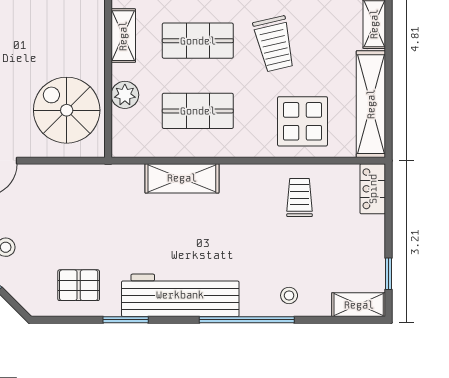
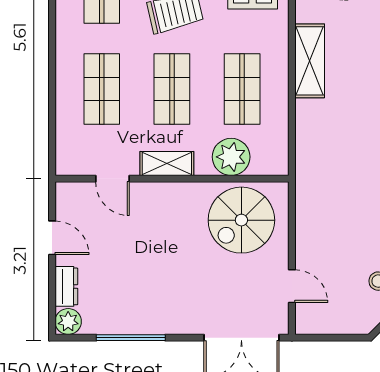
plant: (125, 95) -> (231, 157), width x1.36, depth x1.36
shelving: (182, 178) -> (310, 61), moved

